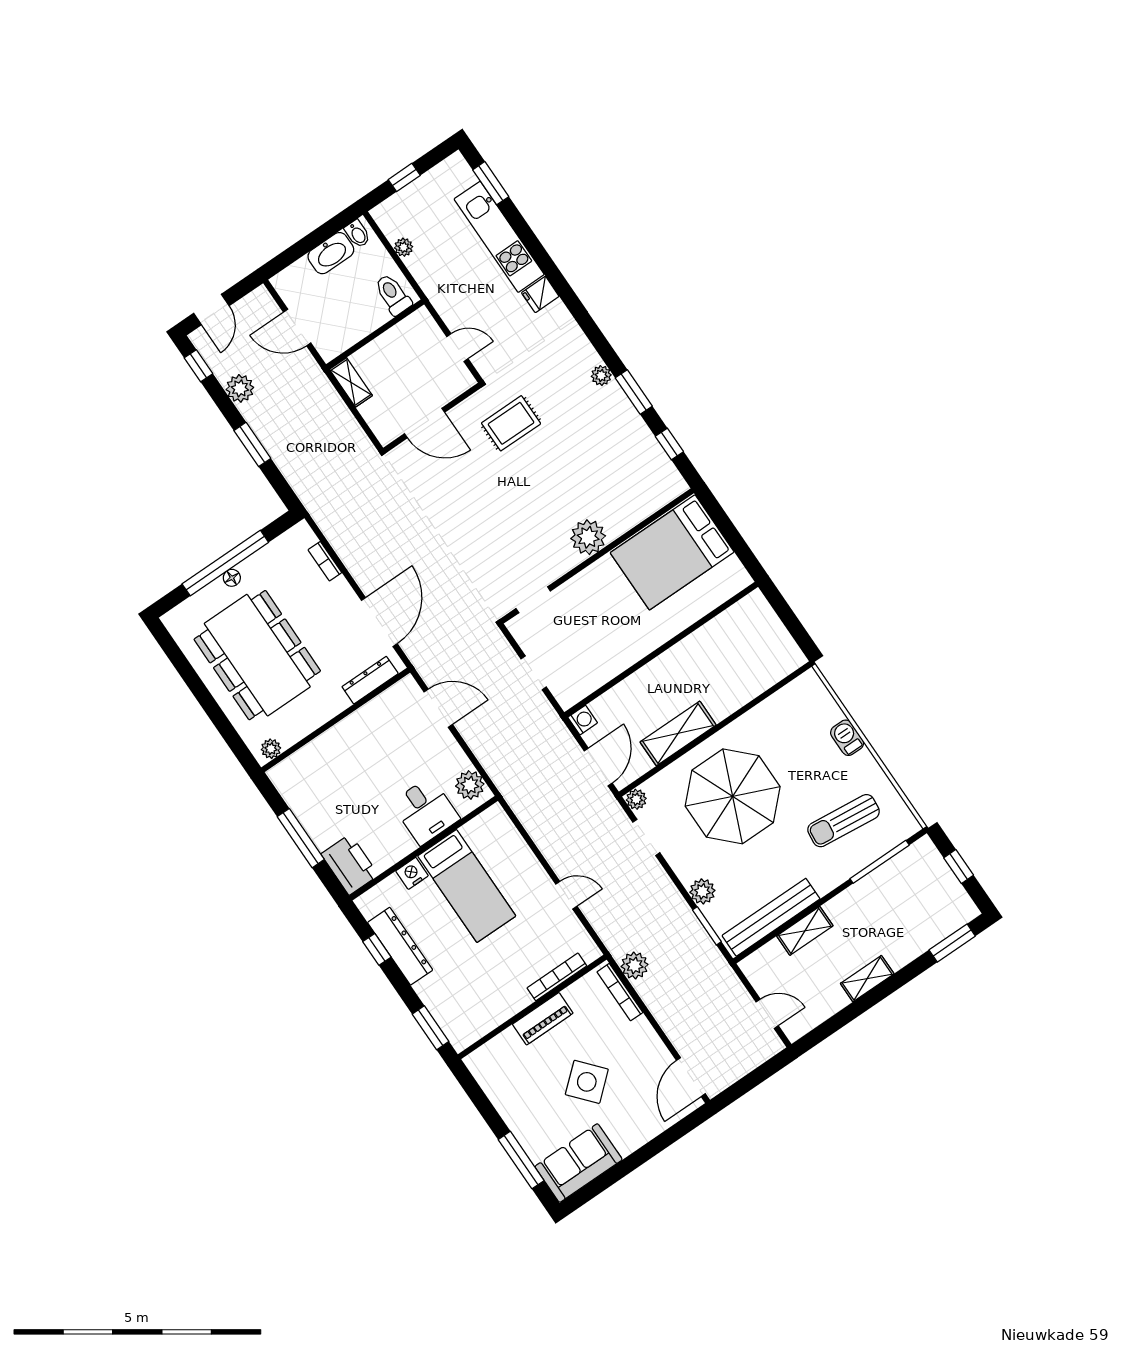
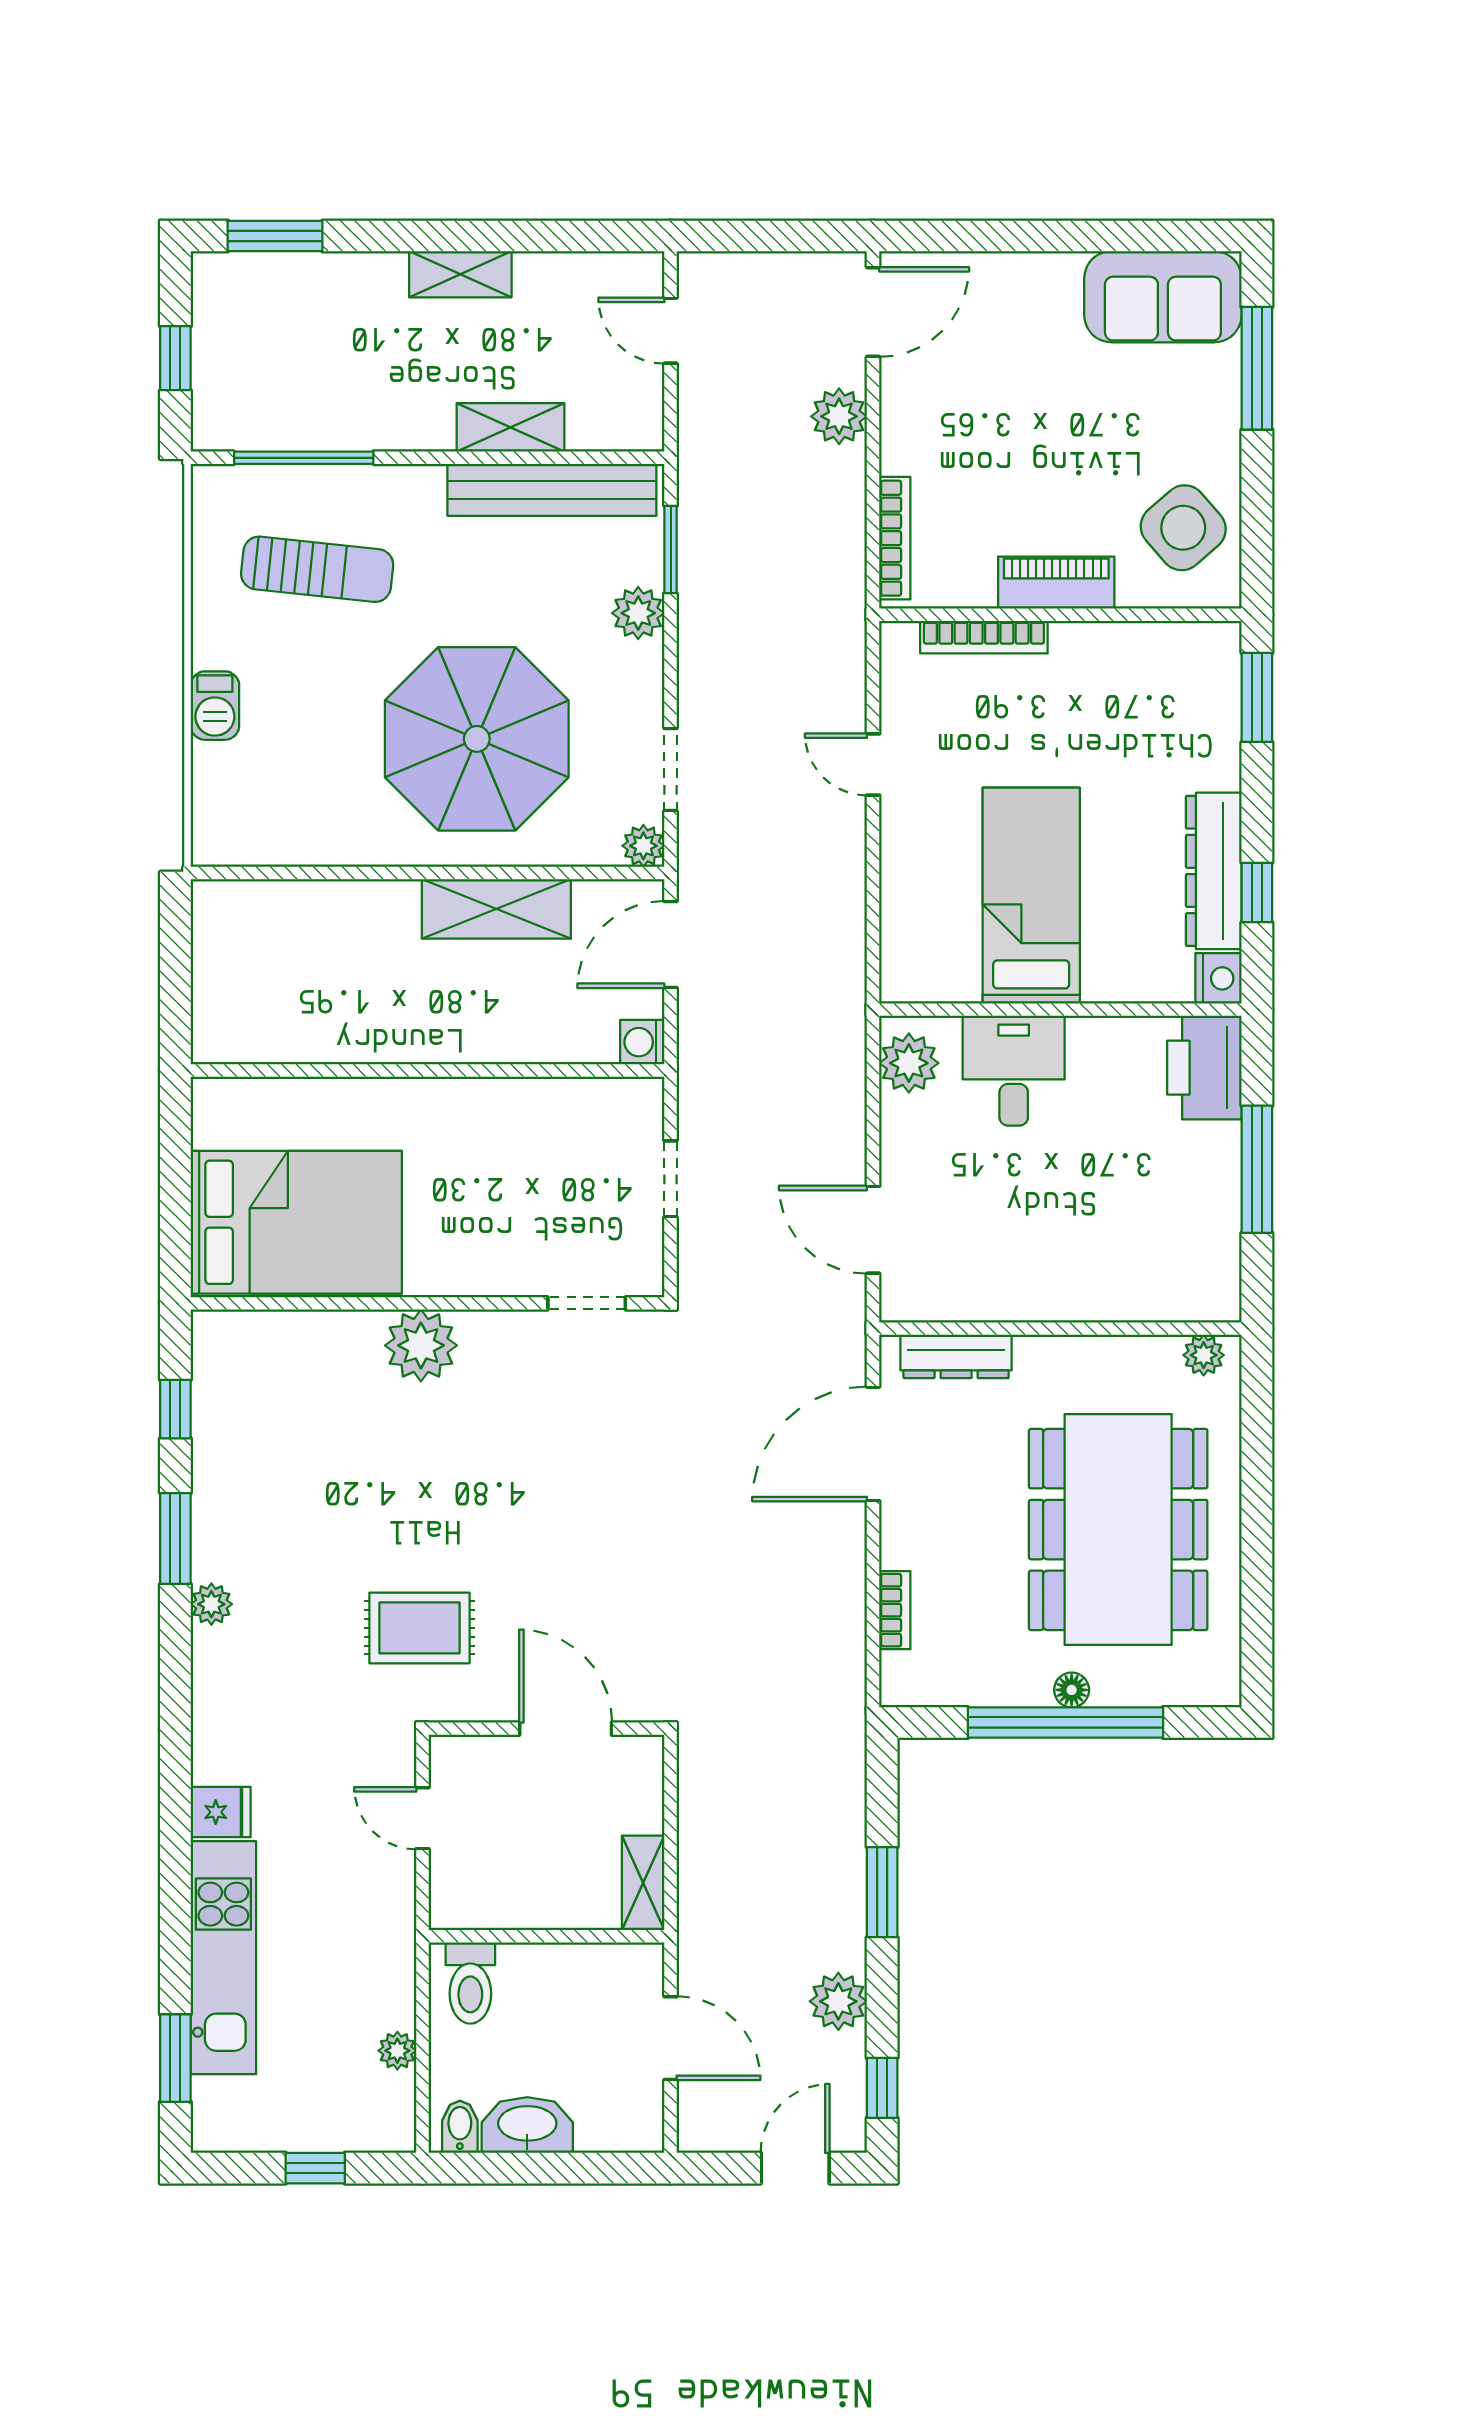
nightstand: (412, 873) -> (1218, 978), moved, turned -90
plant: (635, 965) -> (839, 416), moved
side table: (587, 1082) -> (1183, 528), moved

